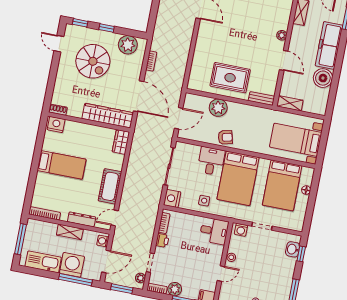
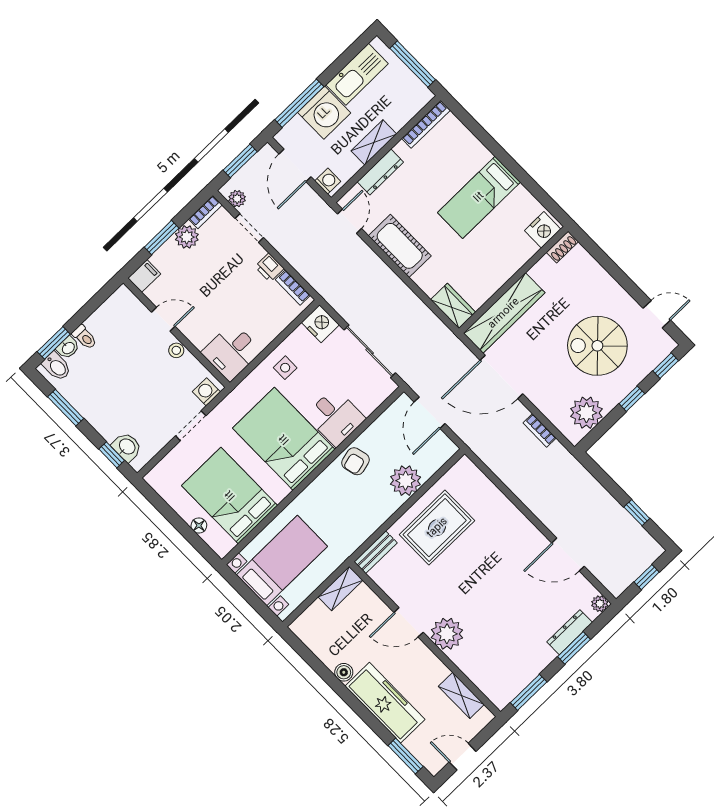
plant: (282, 35) -> (447, 634), width x1.88, depth x1.88
boiler: (323, 78) -> (344, 672), width x0.54, depth x0.54
door: (221, 273) -> (163, 319), swing flipped

